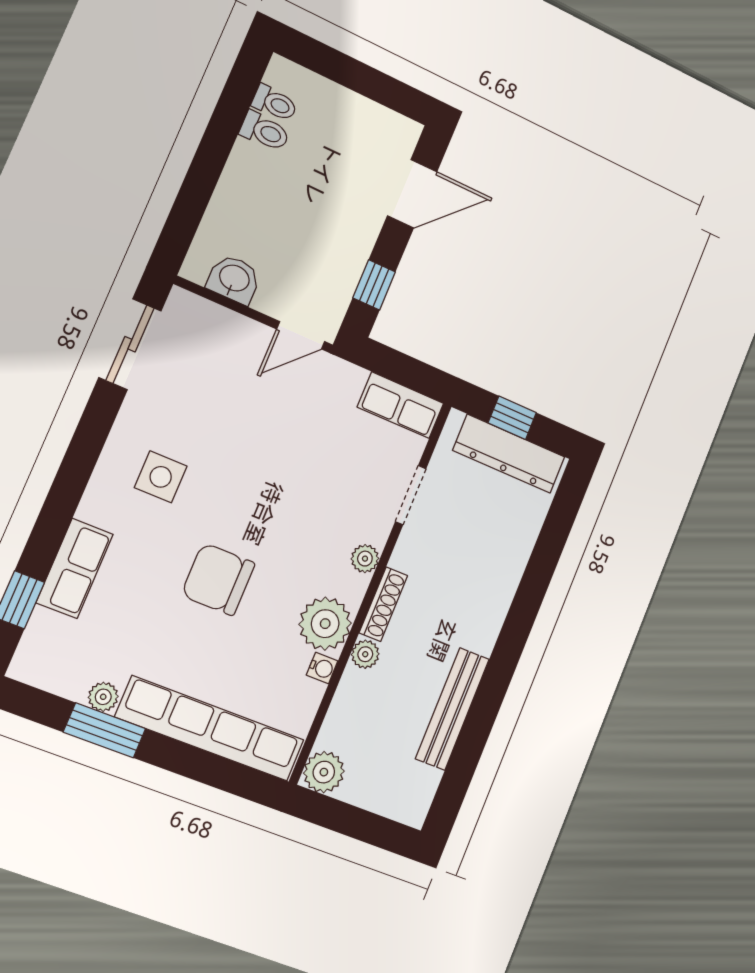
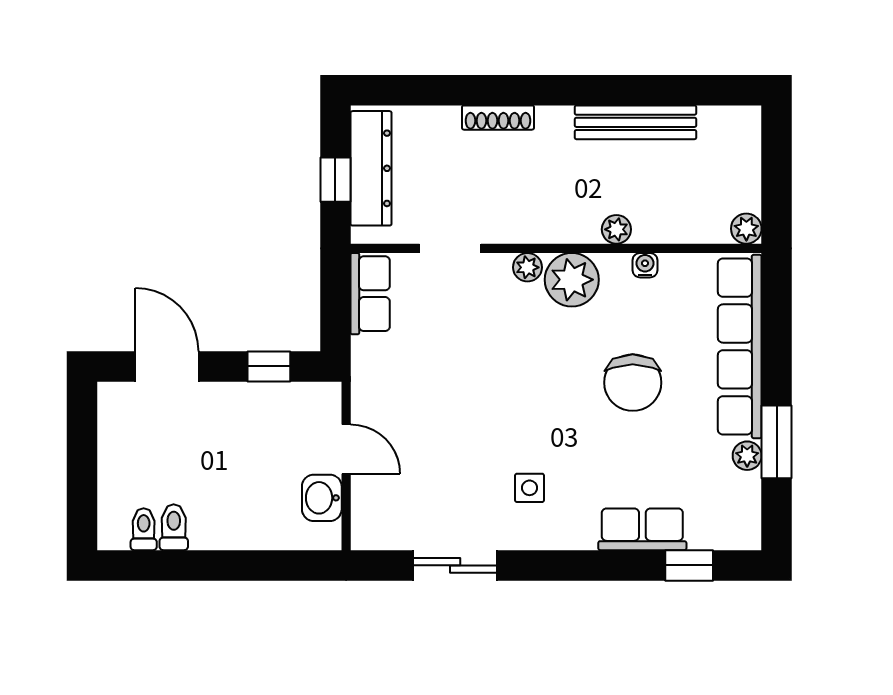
door: (301, 335) -> (346, 449), moved
sliding door: (130, 344) -> (455, 565), moved
side table: (161, 477) -> (530, 488), width x0.73, depth x0.73
chair: (218, 579) -> (633, 383), moved
shoe rack: (383, 604) -> (498, 118), moved, turned 180
plant: (325, 624) -> (572, 280), moved
plant: (324, 772) -> (746, 229), width x0.73, depth x0.73

